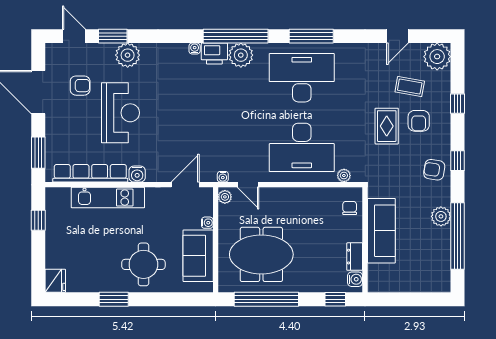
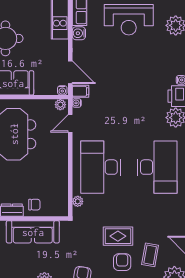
armchair: (419, 121) -> (122, 262), turned 90
filing cabinet: (208, 172) -> (80, 91), added
chair: (350, 208) -> (34, 205), moved
water cooler: (207, 223) -> (62, 90), moved

